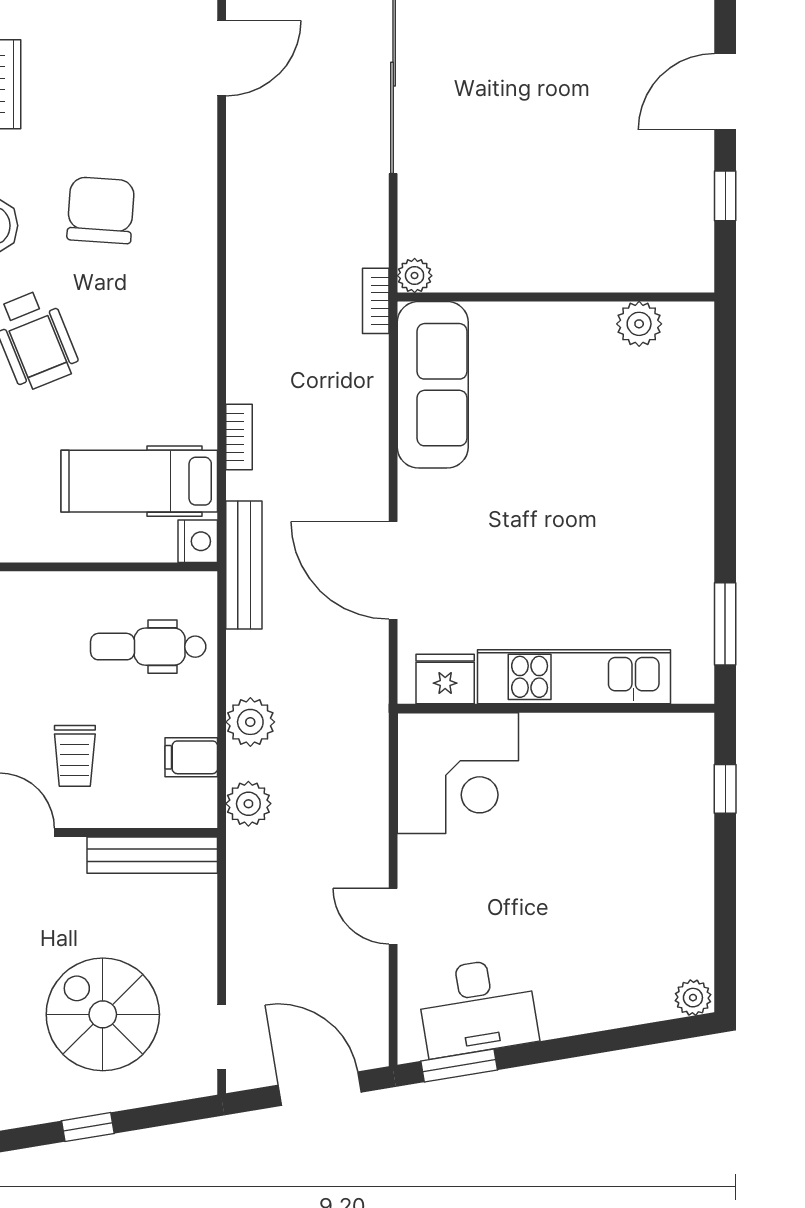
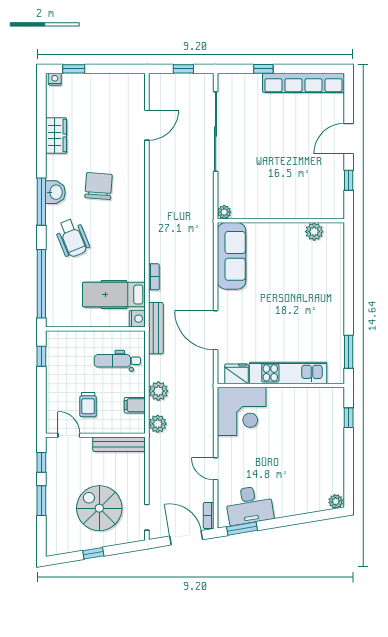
bookcase: (376, 301) -> (209, 516), moved

